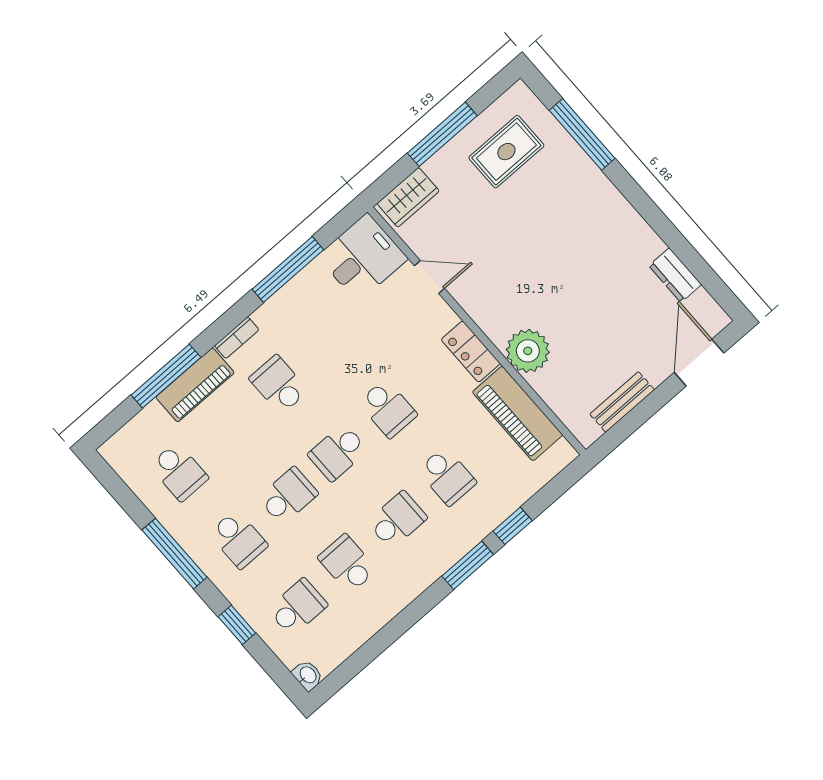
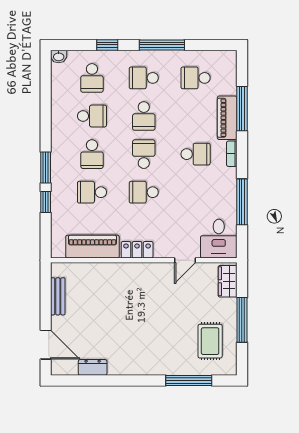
plant: (528, 351) -> (116, 275), removed

